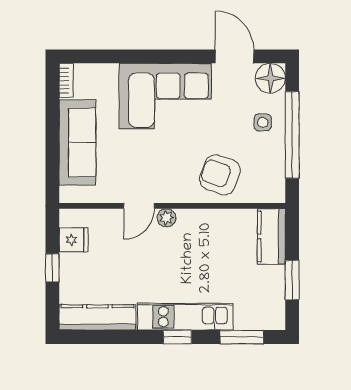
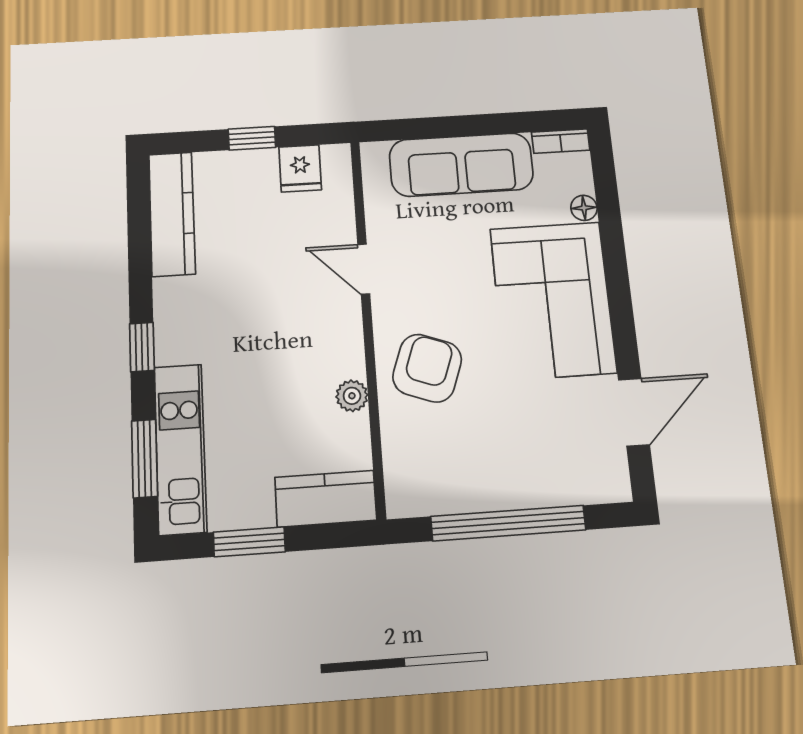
floor lamp: (270, 78) -> (584, 208), moved, width x0.53, depth x0.53
side table: (263, 122) -> (525, 469), removed
armchair: (220, 175) -> (427, 368), moved
plant: (166, 218) -> (352, 396), moved
kitchen unit: (185, 317) -> (180, 449), moved

